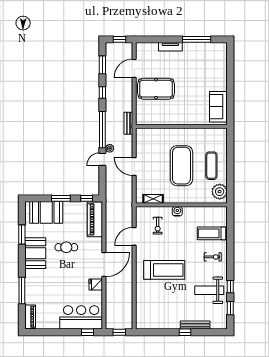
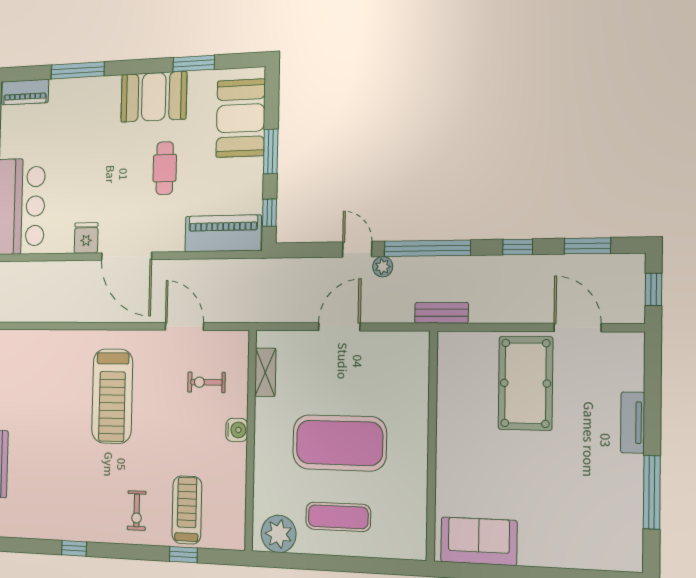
weight bench: (209, 290) -> (68, 499), removed
window: (230, 308) -> (183, 555), moved

